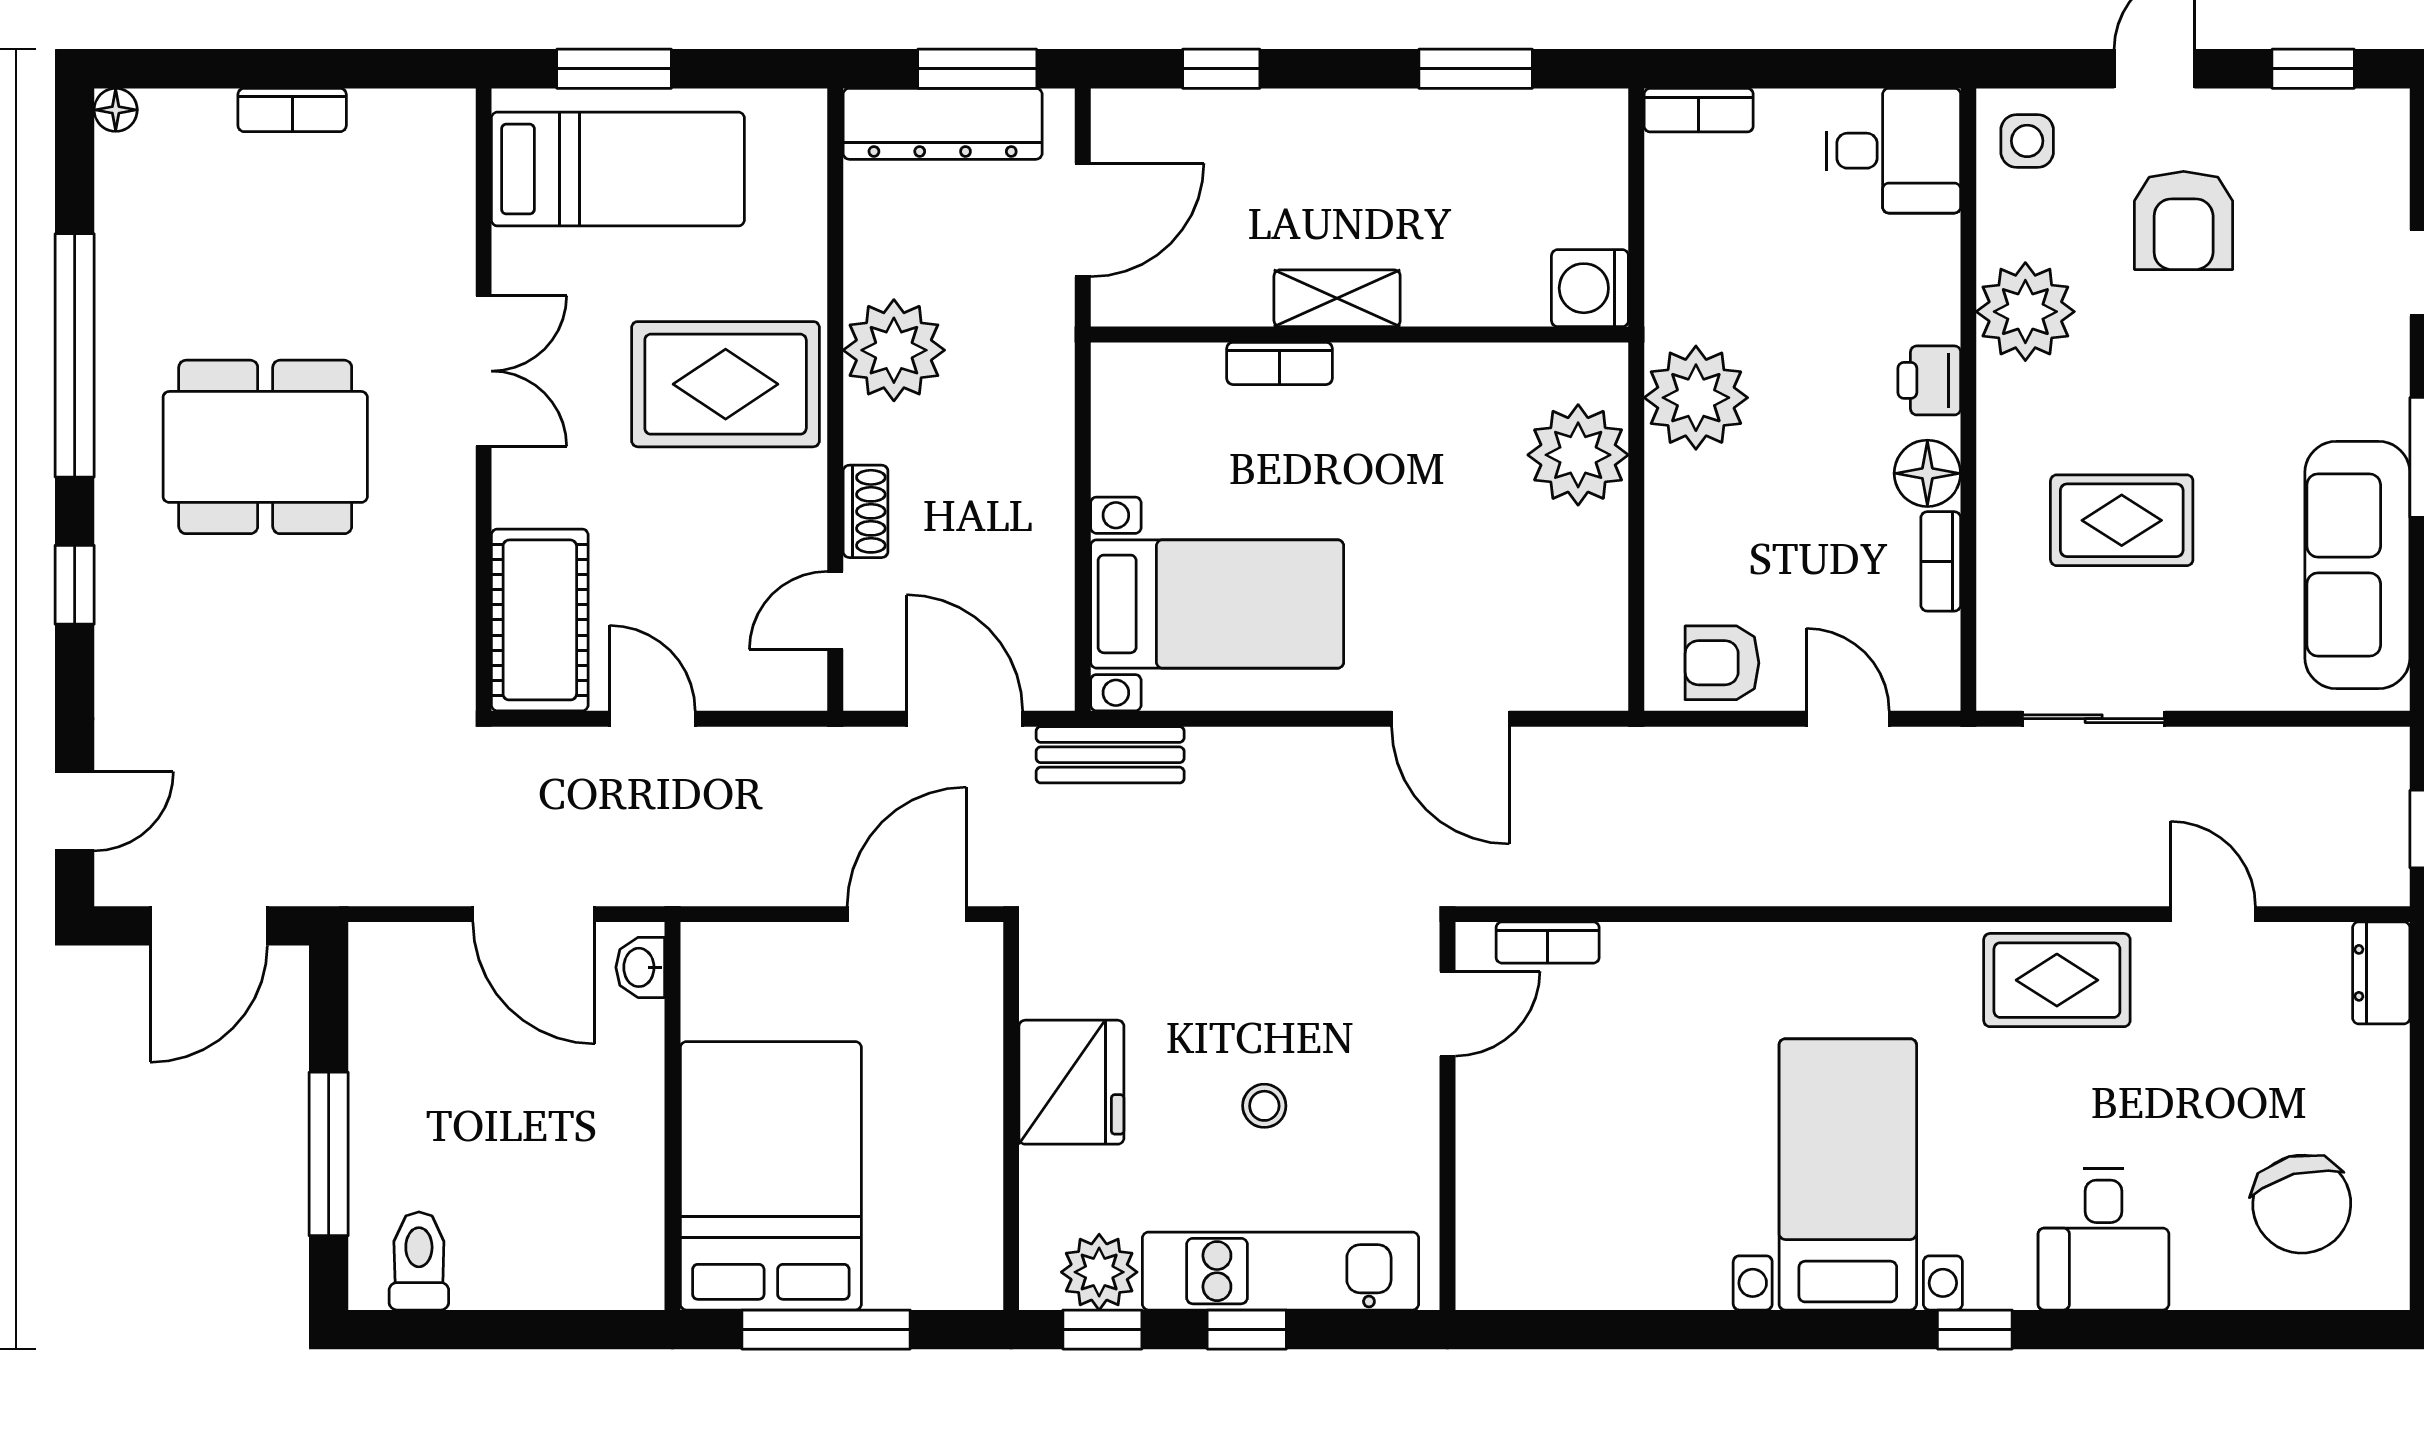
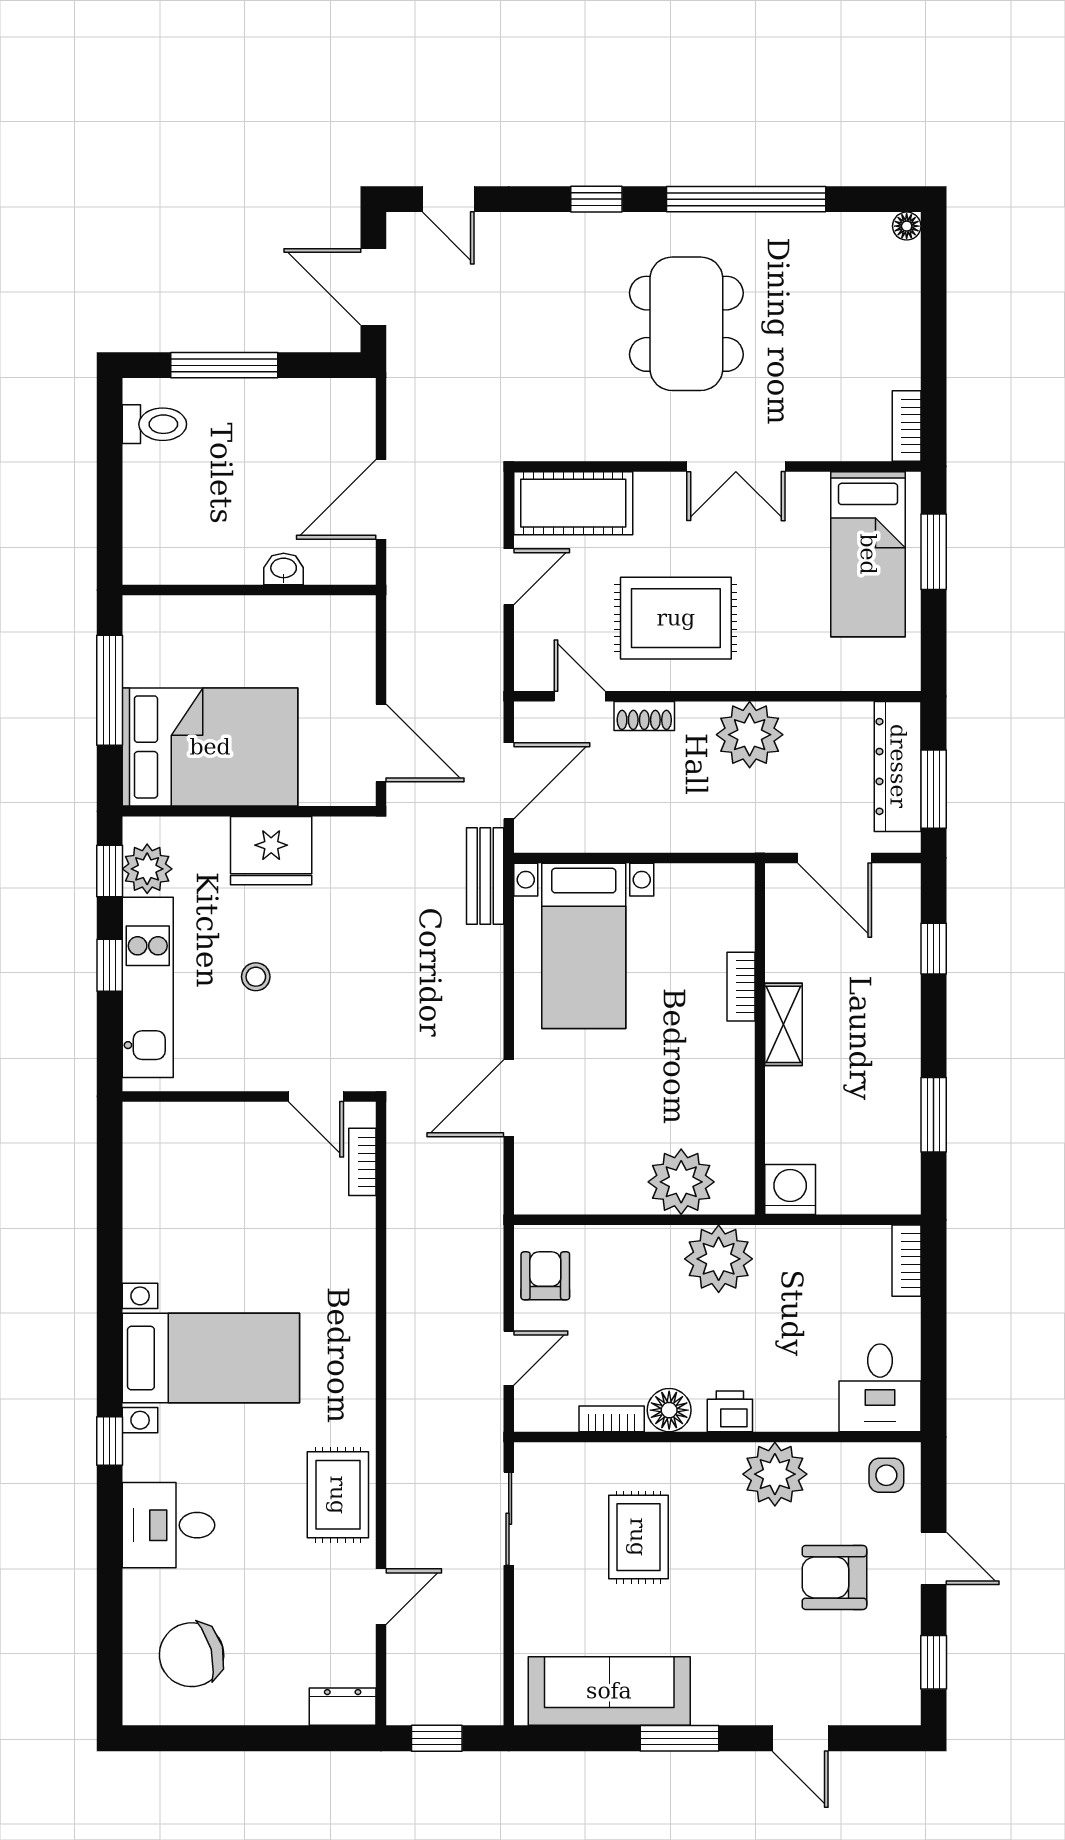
bookcase: (292, 110) -> (907, 426), moved
rug: (726, 384) -> (676, 618), moved, turned 90
washbasin: (640, 967) -> (284, 569), moved
bed: (771, 1176) -> (210, 747), moved

